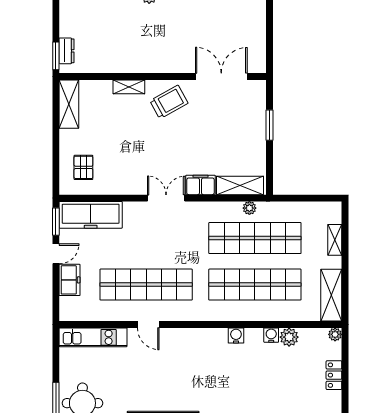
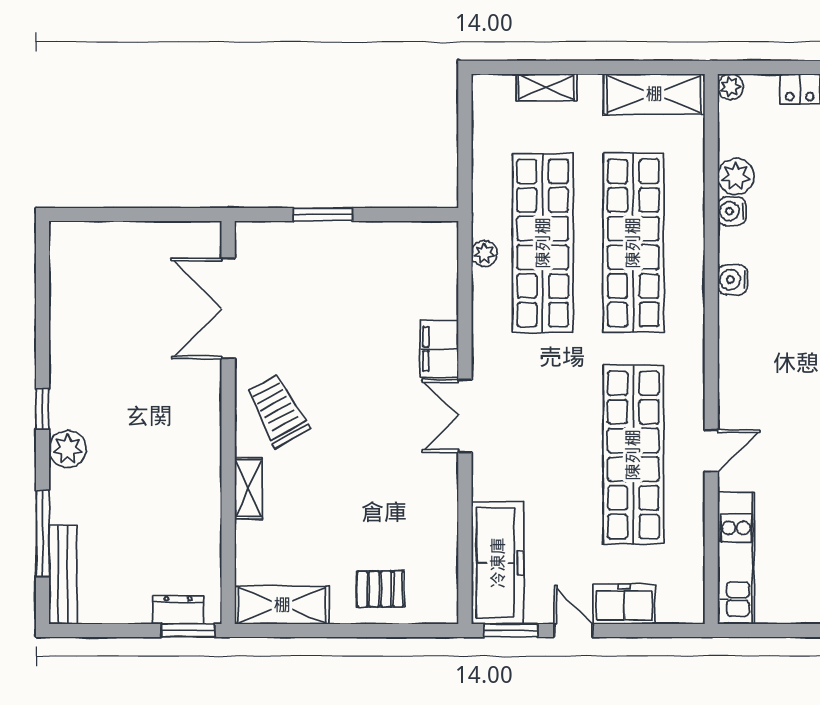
pallet: (83, 167) -> (380, 589), moved
shelving: (240, 185) -> (440, 272), removed

